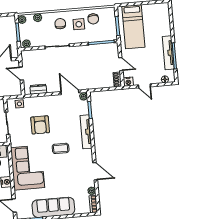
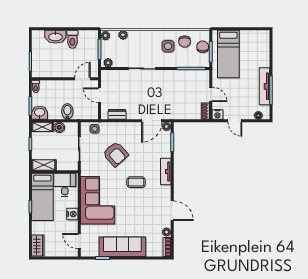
chair: (60, 24) -> (203, 47), moved
door: (70, 92) -> (152, 121), swing flipped
armchair: (40, 125) -> (116, 154), turned -42
tv unit: (86, 132) -> (166, 172), width x0.71

